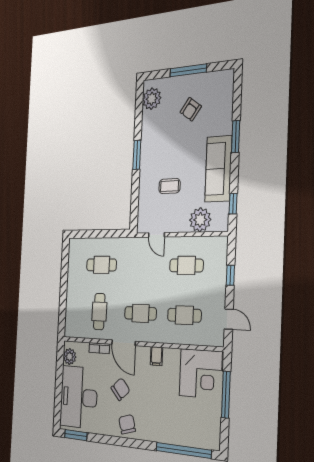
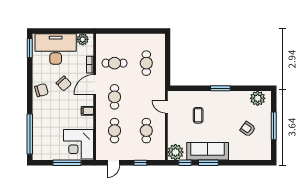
window: (236, 137) -> (208, 163), moved
plant: (200, 220) -> (175, 152), moved
door: (156, 235) -> (166, 107), hinge flipped

